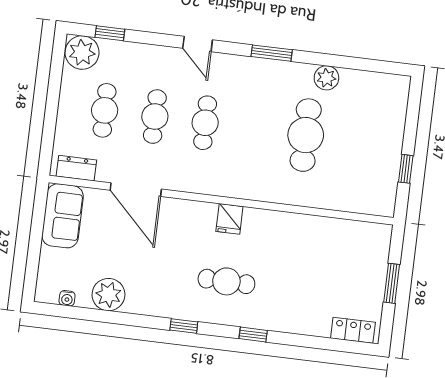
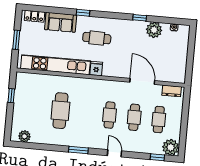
plant: (326, 78) -> (24, 136), moved
sofa: (63, 216) -> (61, 22), moved, turned -90
kitchen unit: (313, 230) -> (55, 65), added
window: (184, 326) -> (140, 18), moved

